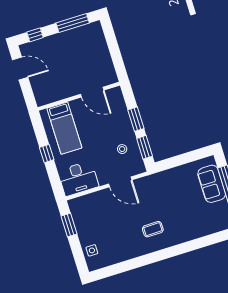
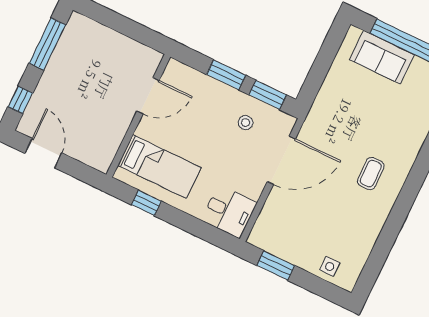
door: (20, 69) -> (43, 153), hinge flipped
window: (47, 154) -> (146, 203), moved
desk: (78, 178) -> (229, 211), width x0.73
door: (120, 182) -> (281, 160), width x1.36

